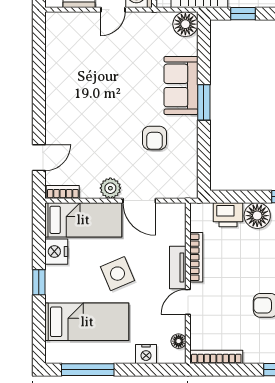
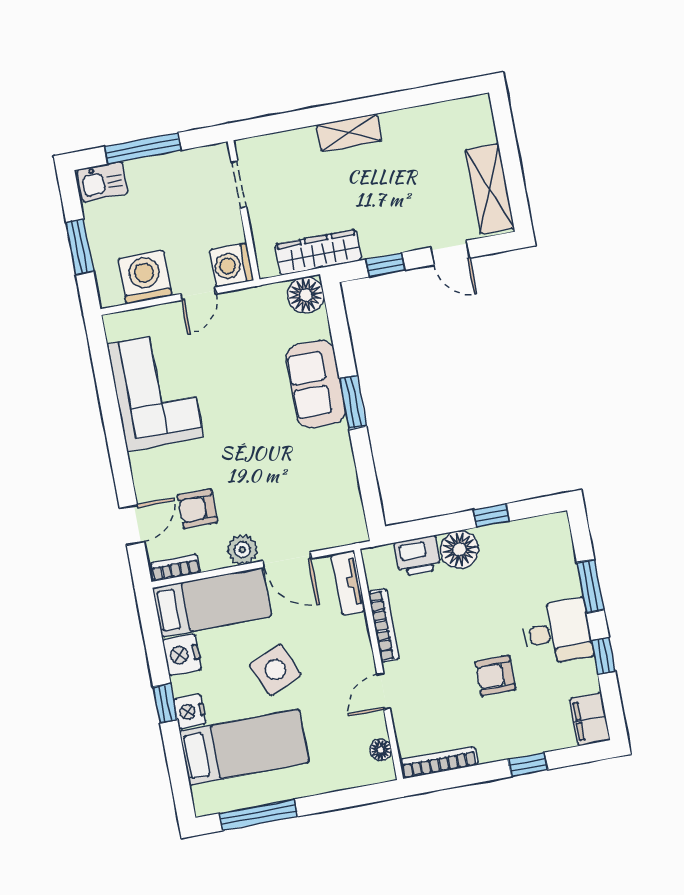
corner sofa: (72, 70) -> (155, 391), added
armchair: (154, 138) -> (197, 509), moved, turned 90
tv unit: (178, 267) -> (348, 583), moved
nightstand: (146, 354) -> (190, 711), moved, turned 90

